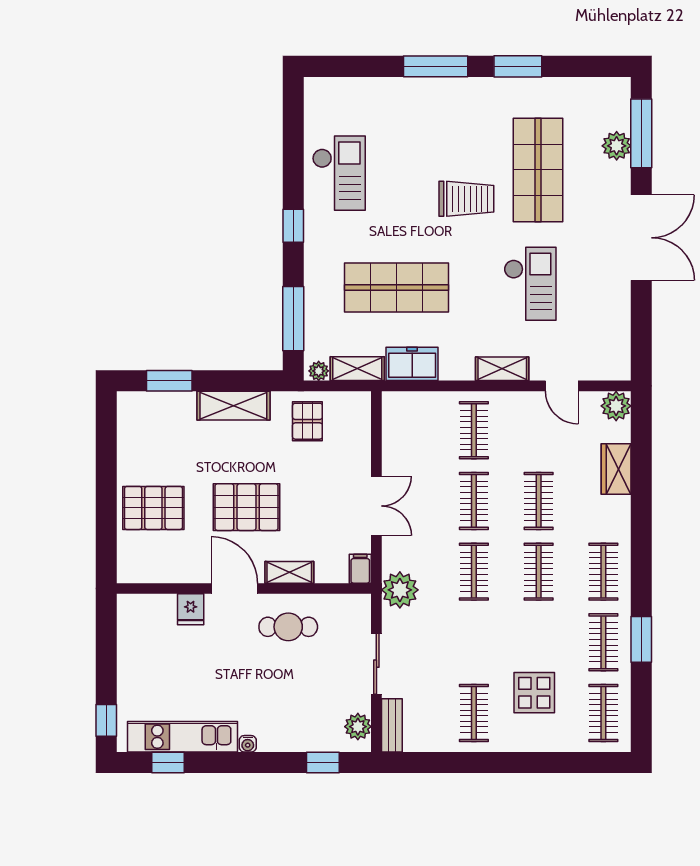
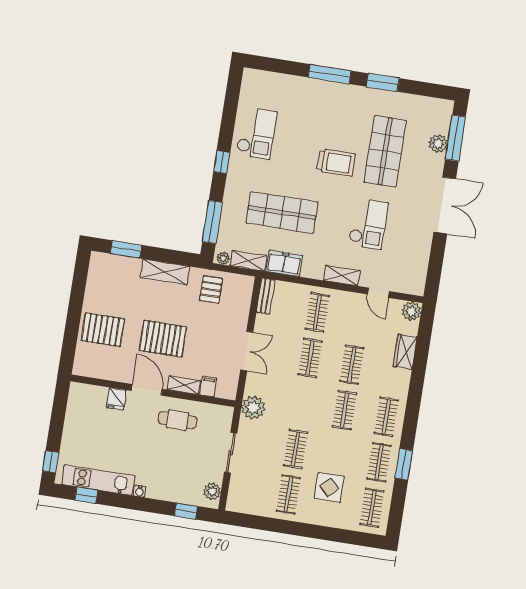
filing cabinet: (360, 569) -> (208, 387), moved
clothes rail: (474, 572) -> (296, 449), moved
bench: (392, 725) -> (266, 296), moved

